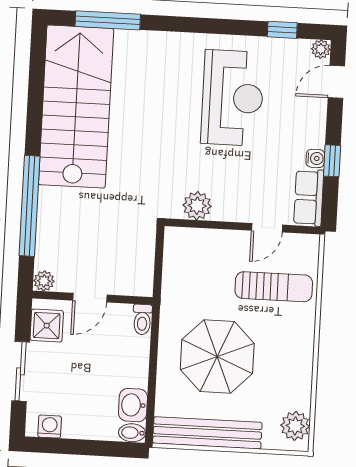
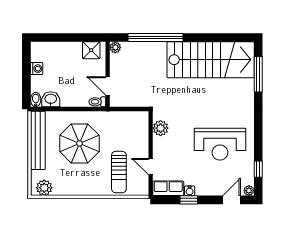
door: (336, 82) -> (232, 200), hinge flipped
door: (90, 298) -> (108, 86), moved
sliding door: (21, 371) -> (66, 37), removed
washing machine: (50, 427) -> (37, 69), moved

